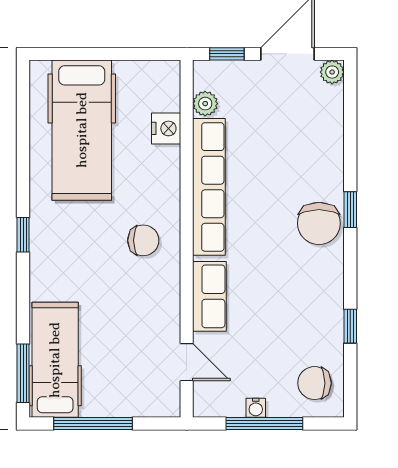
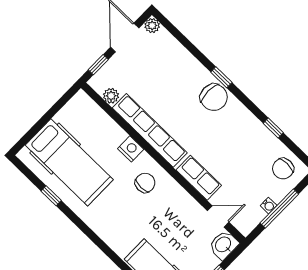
nightstand: (166, 128) -> (131, 149), moved
window: (23, 235) -> (51, 196), moved
washbasin: (160, 400) -> (224, 245), added

